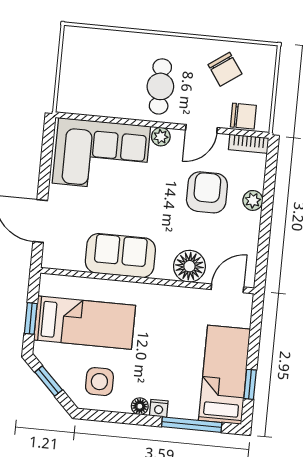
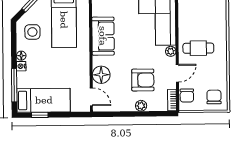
chair: (225, 69) -> (214, 97), moved, turned 125
door: (201, 129) -> (177, 73), swing flipped

